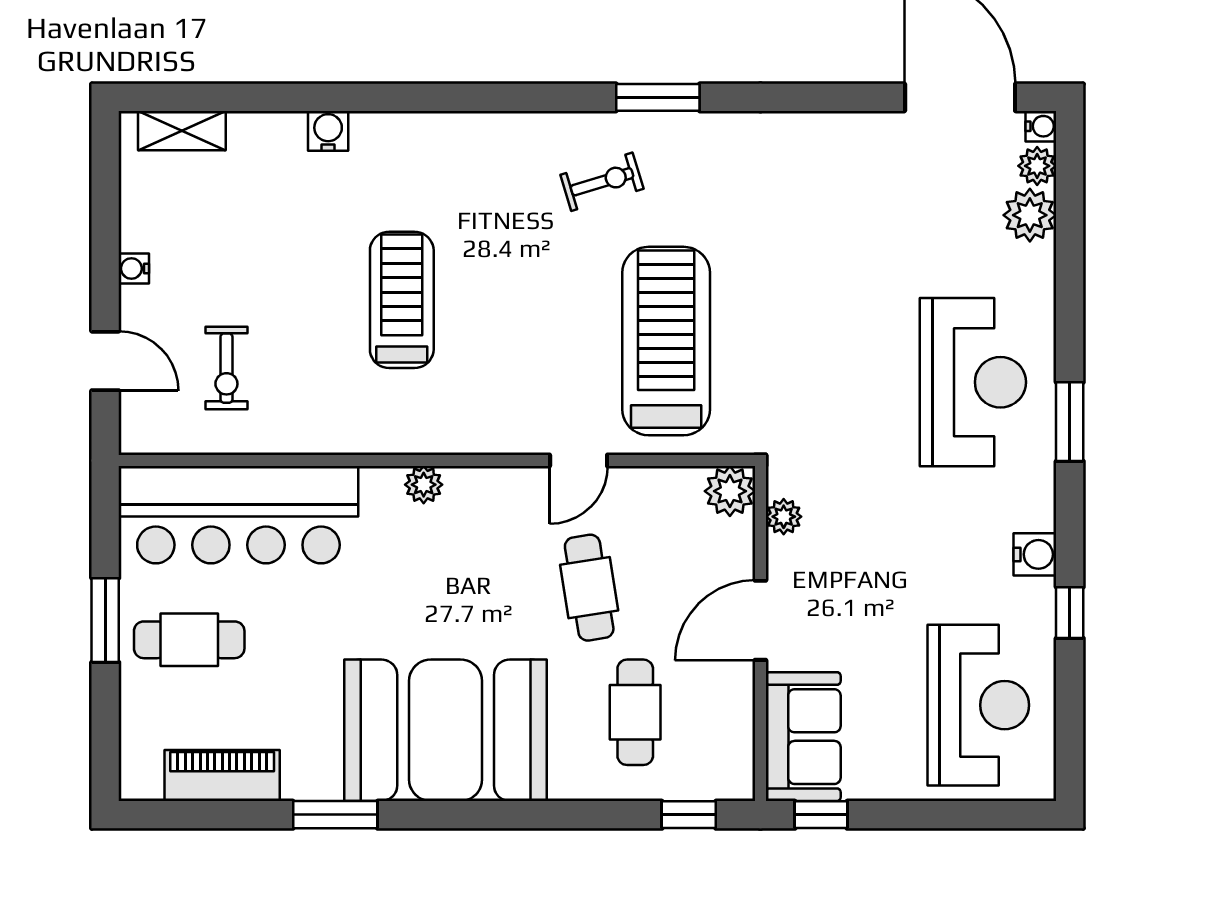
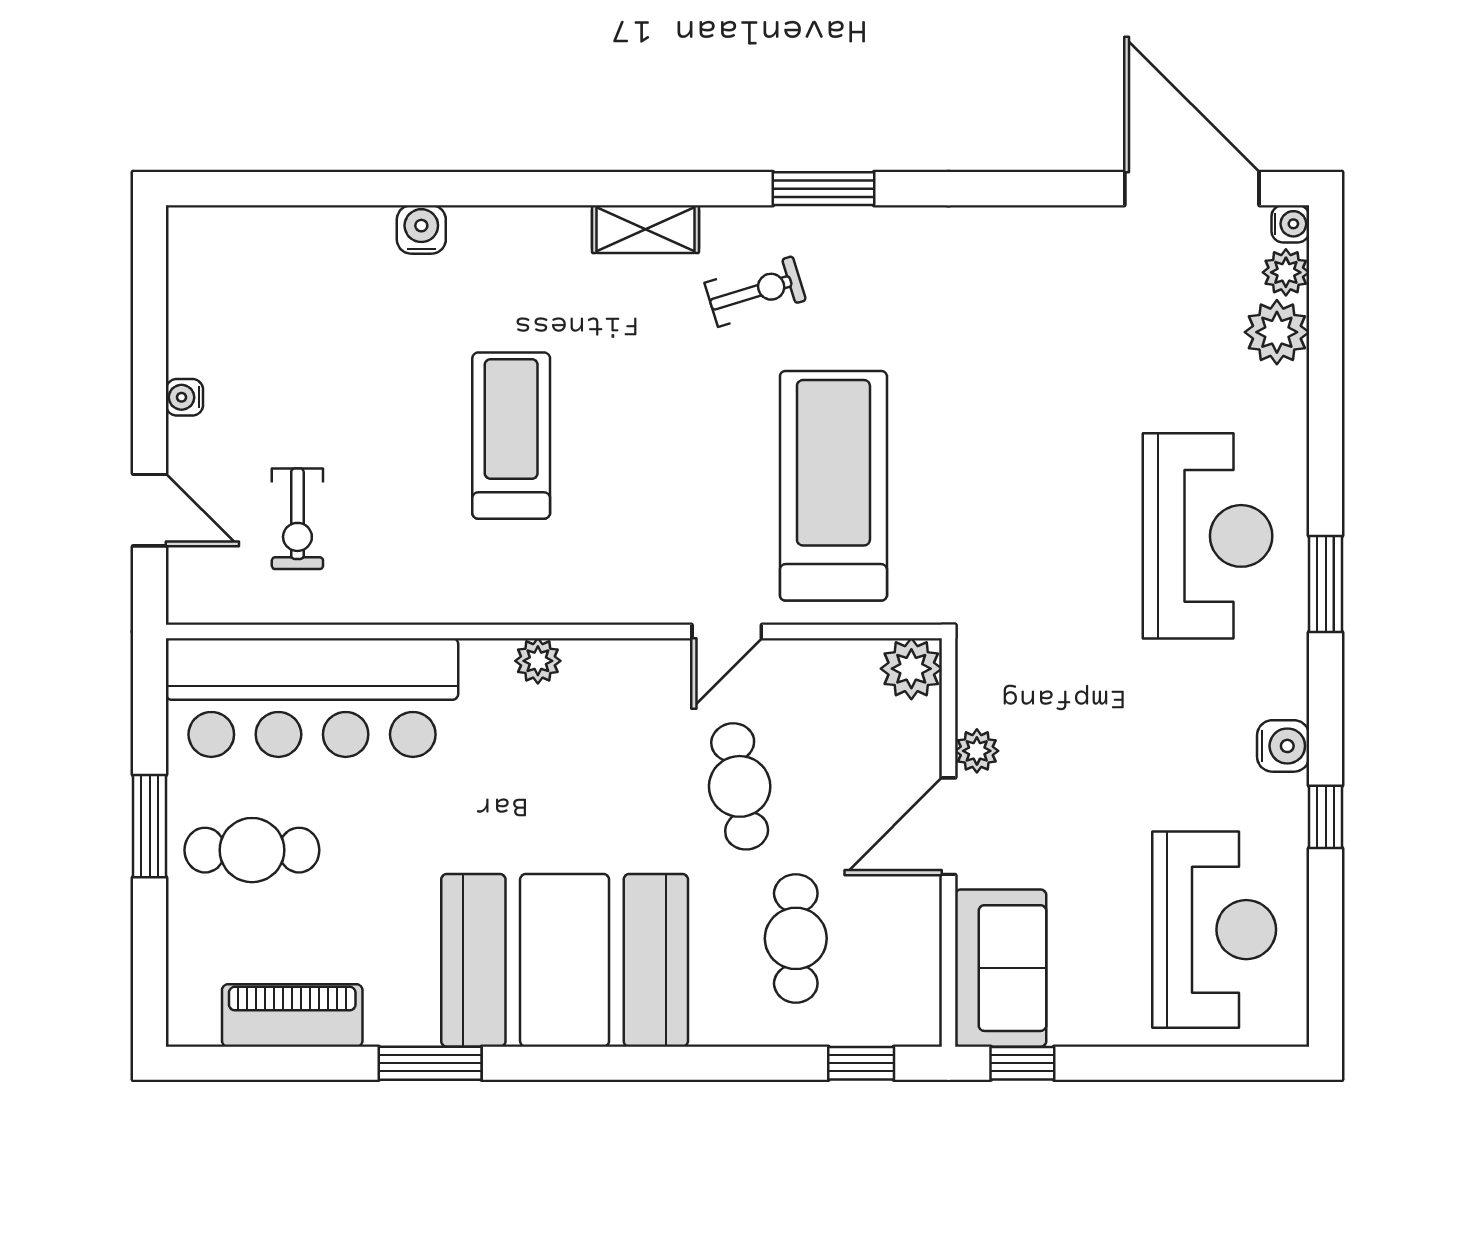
shelving: (182, 131) -> (645, 229), moved
plant: (784, 517) -> (977, 751), moved

